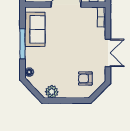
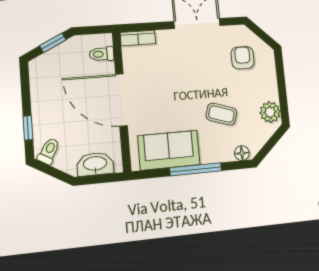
coffee table: (53, 62) -> (221, 114), added
armchair: (85, 78) -> (243, 58), turned 180

